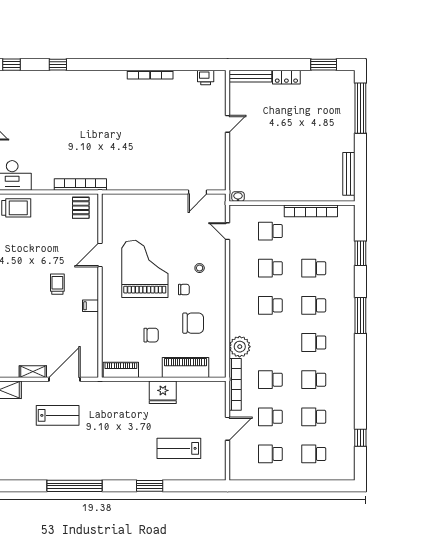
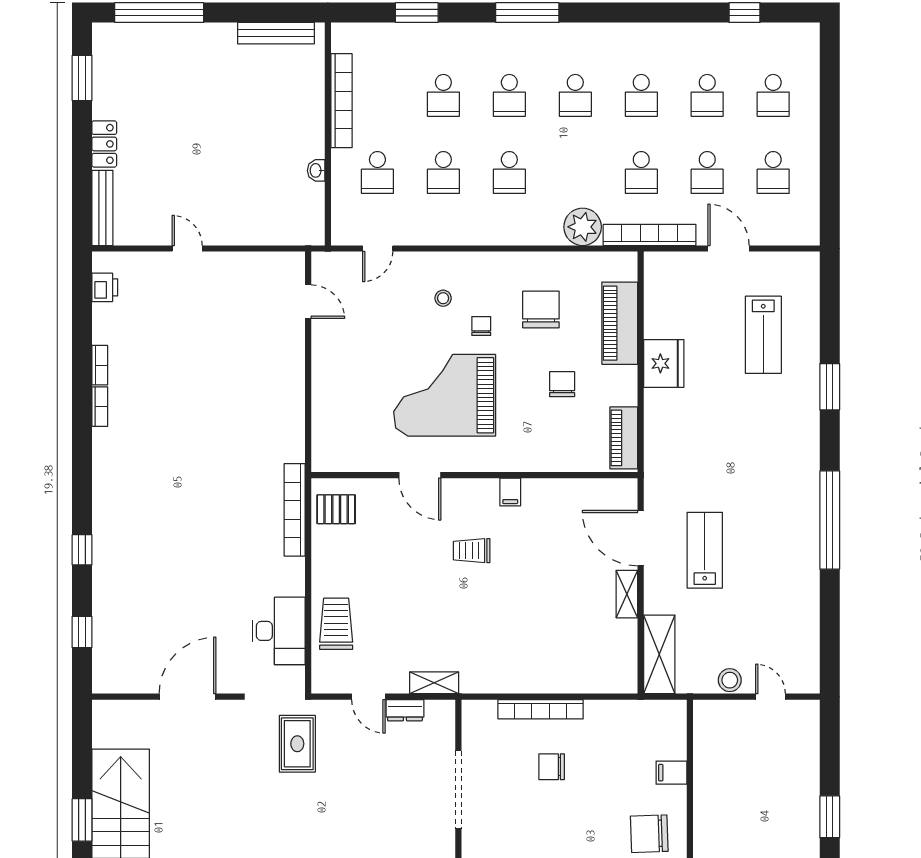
washbasin: (238, 197) -> (316, 170), moved

